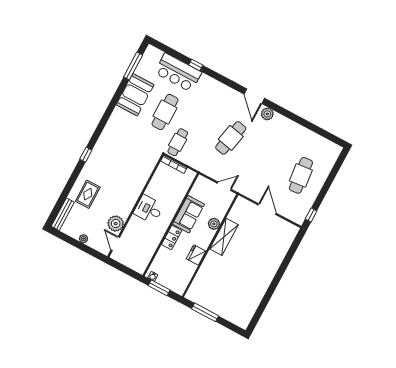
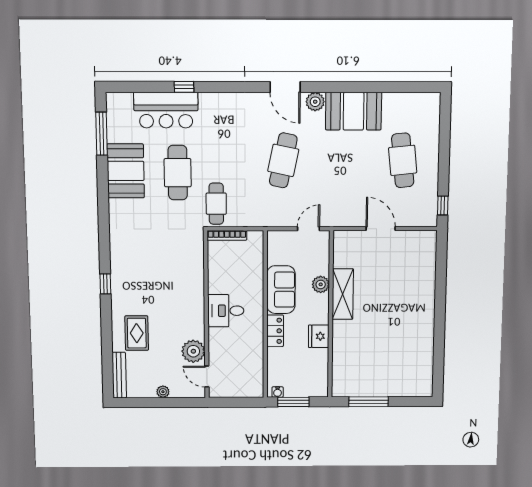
booth: (287, 131) -> (354, 111), added

